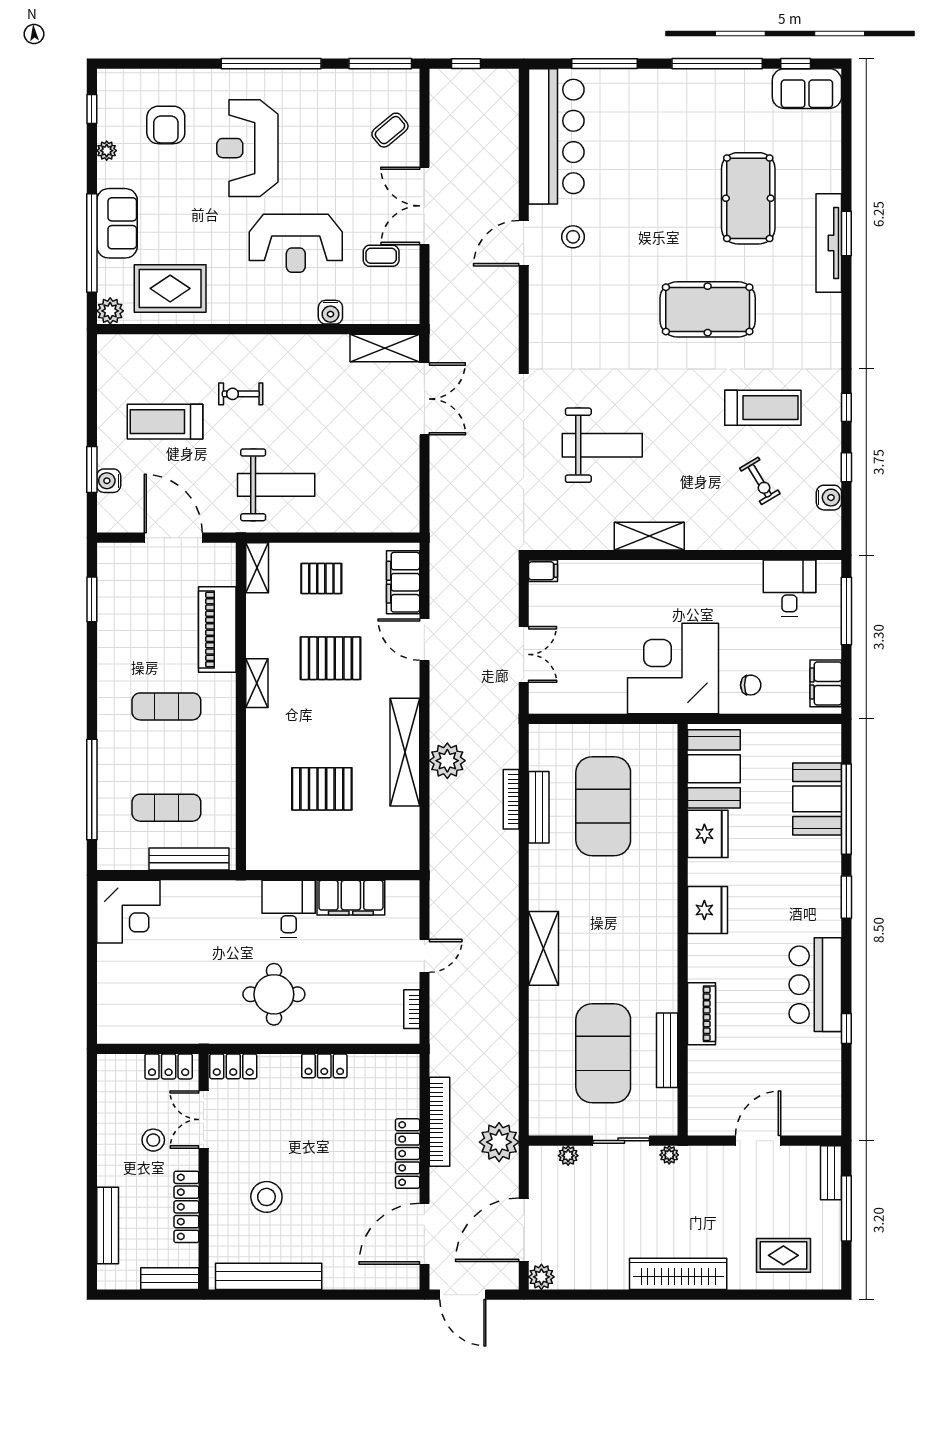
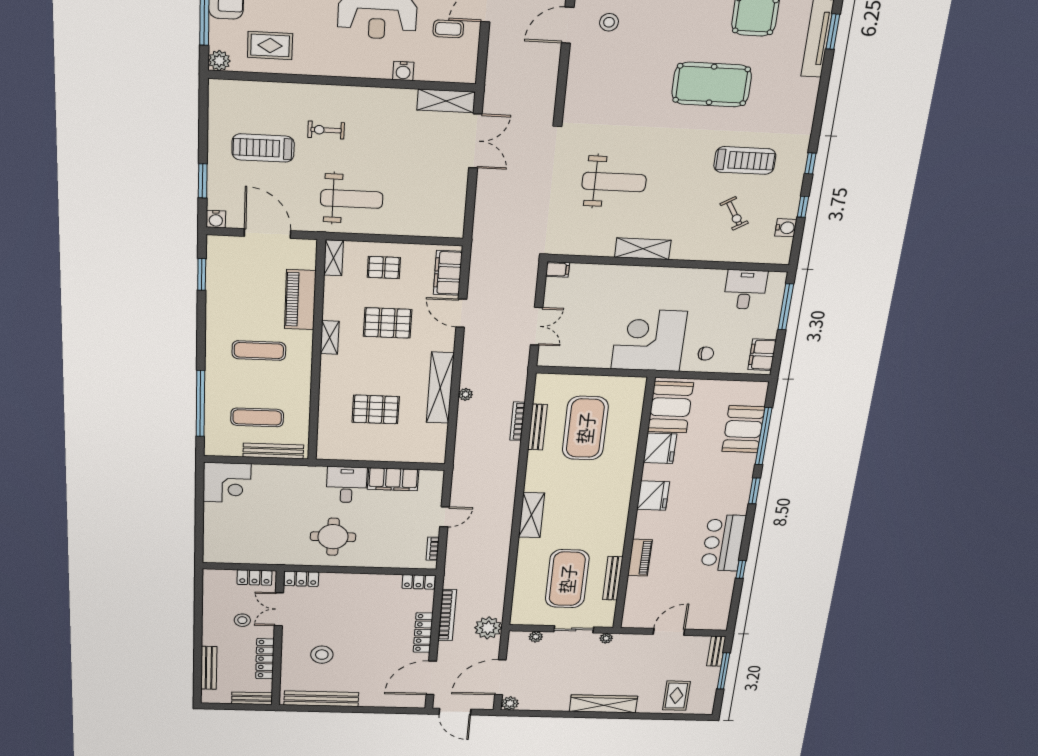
rug: (170, 288) -> (270, 45), width x0.73, depth x0.70
water cooler: (109, 481) -> (216, 219), moved, turned -90
plant: (447, 761) -> (466, 394), width x0.53, depth x0.53
locker: (324, 1066) -> (419, 582), moved
rug: (783, 1255) -> (676, 696), turned 90

